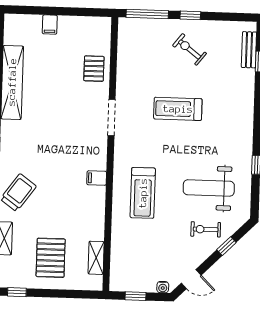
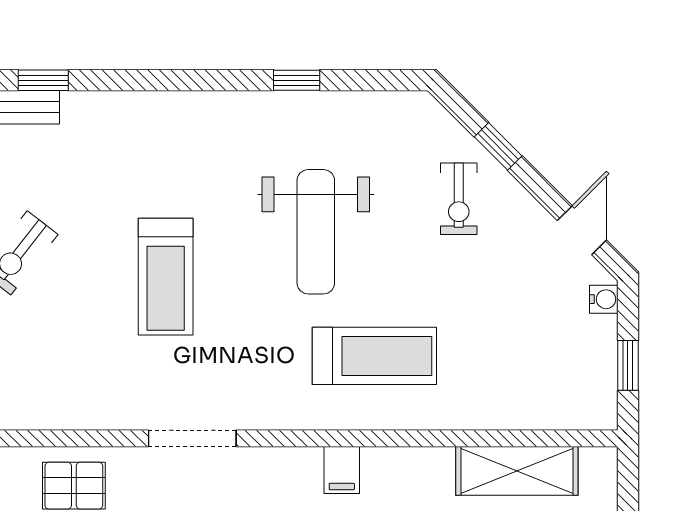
weight bench: (209, 188) -> (316, 232), moved
shelving: (96, 258) -> (517, 471), width x1.50, depth x1.33

